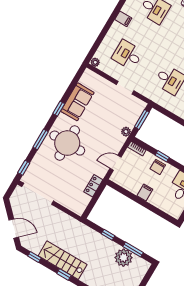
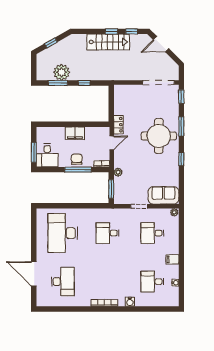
desk: (128, 55) -> (152, 233), turned 180
sofa: (77, 102) -> (163, 195), moved, turned 90
window: (162, 156) -> (78, 170), width x2.17
locker: (93, 186) -> (118, 125), moved
filing cabinet: (145, 193) -> (75, 133), width x2.00
window: (64, 274) -> (111, 31), moved

